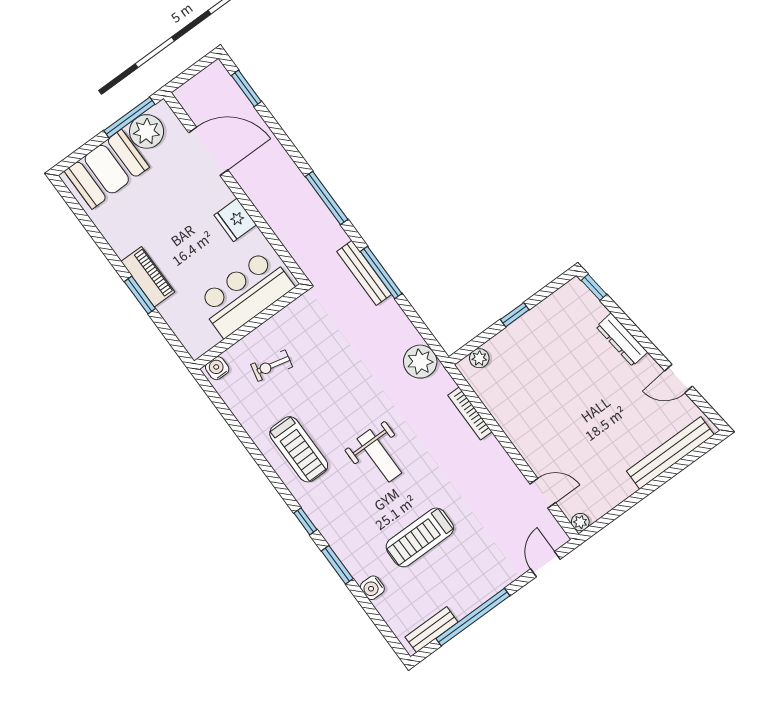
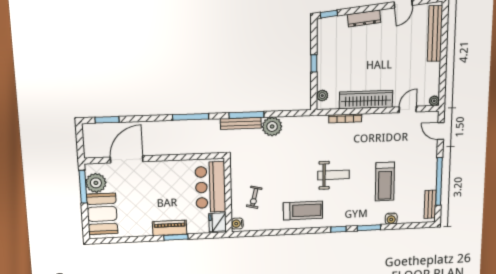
fridge: (235, 220) -> (218, 222), moved, turned 90
plant: (420, 362) -> (272, 126), moved
wardrobe: (516, 424) -> (366, 100), added

